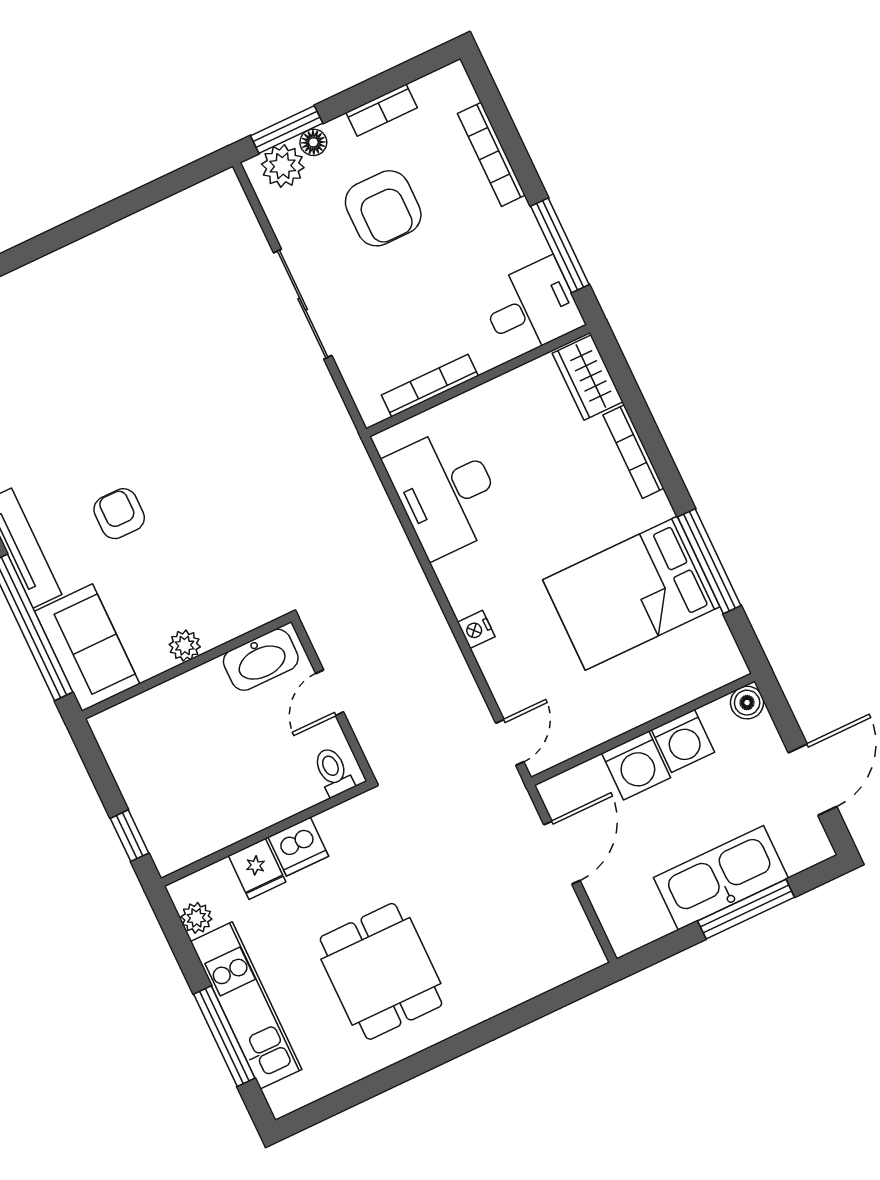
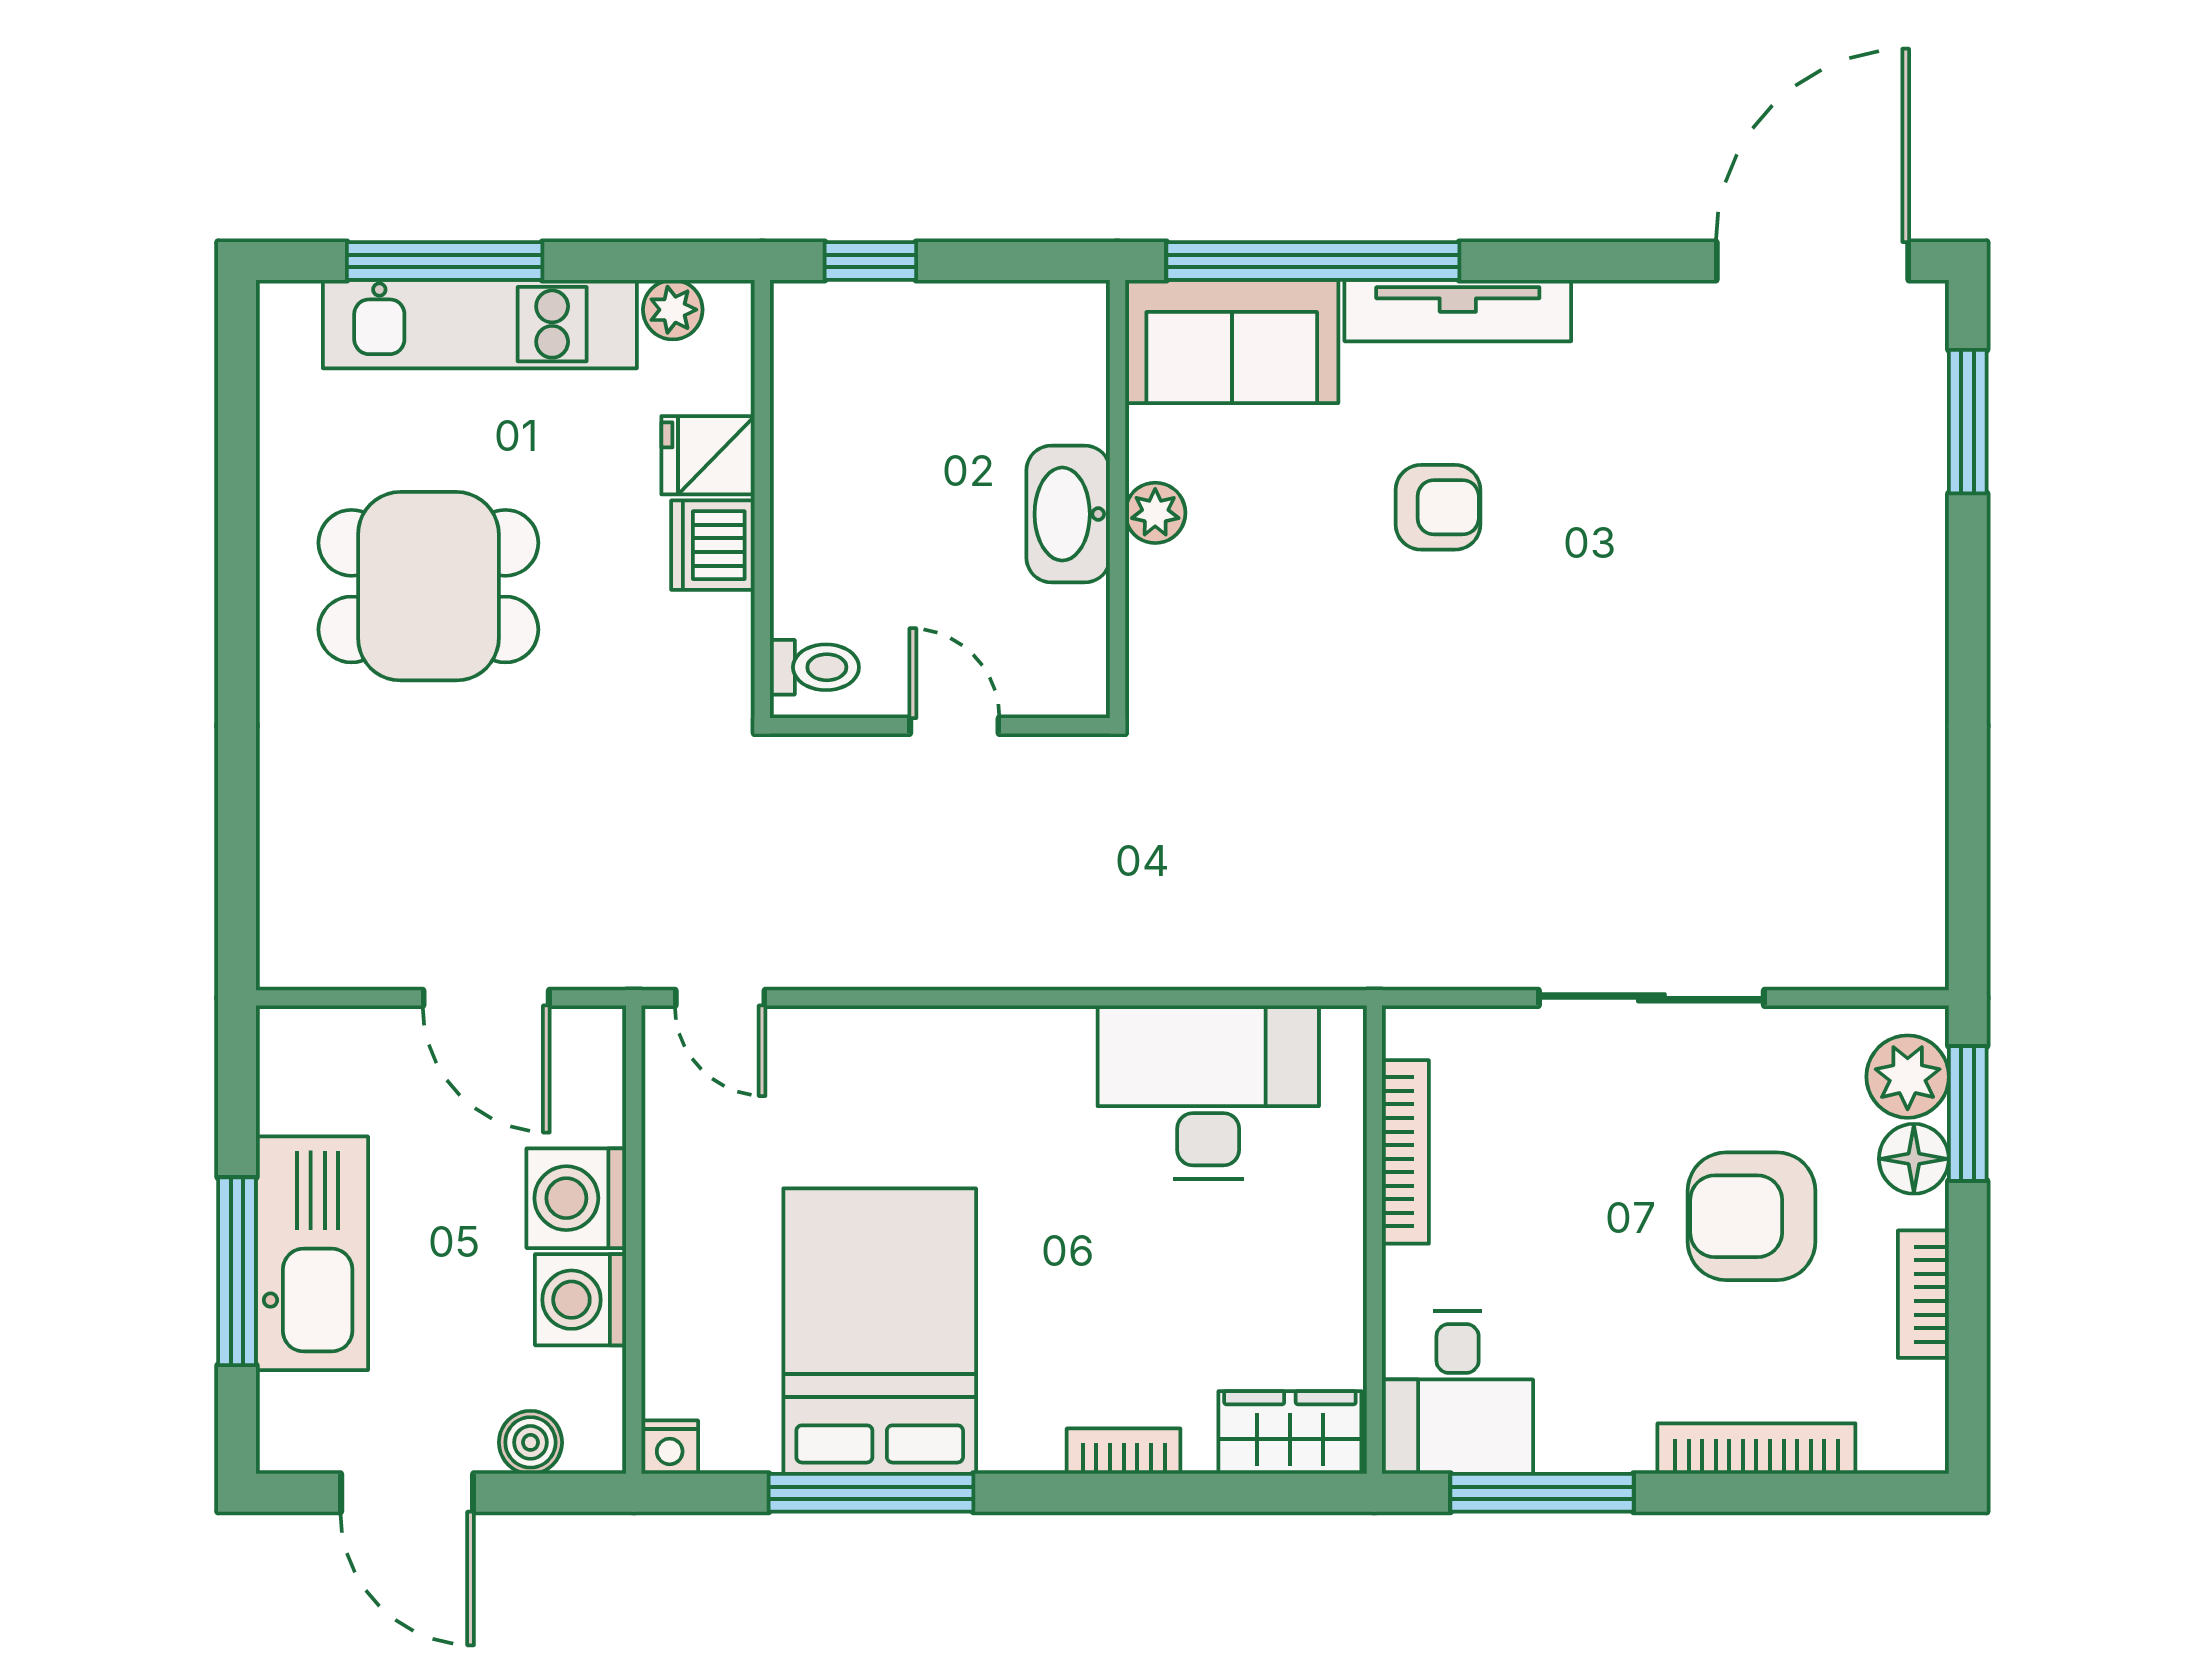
floor lamp: (313, 142) -> (1914, 1159), width x1.37, depth x1.37
bookcase: (633, 452) -> (1124, 1451), width x0.64
nightstand: (476, 629) -> (670, 1447), moved, turned 180
washbasin: (261, 660) -> (1068, 514), moved
boiler: (747, 703) -> (530, 1442), moved

